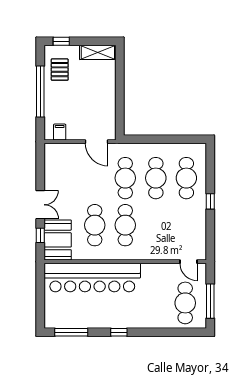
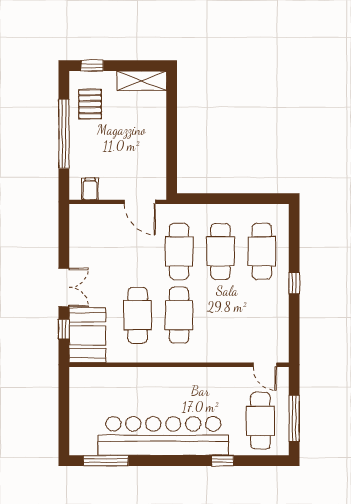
bar counter: (92, 278) -> (163, 436), moved, turned 180
window: (119, 332) -> (223, 461), moved

